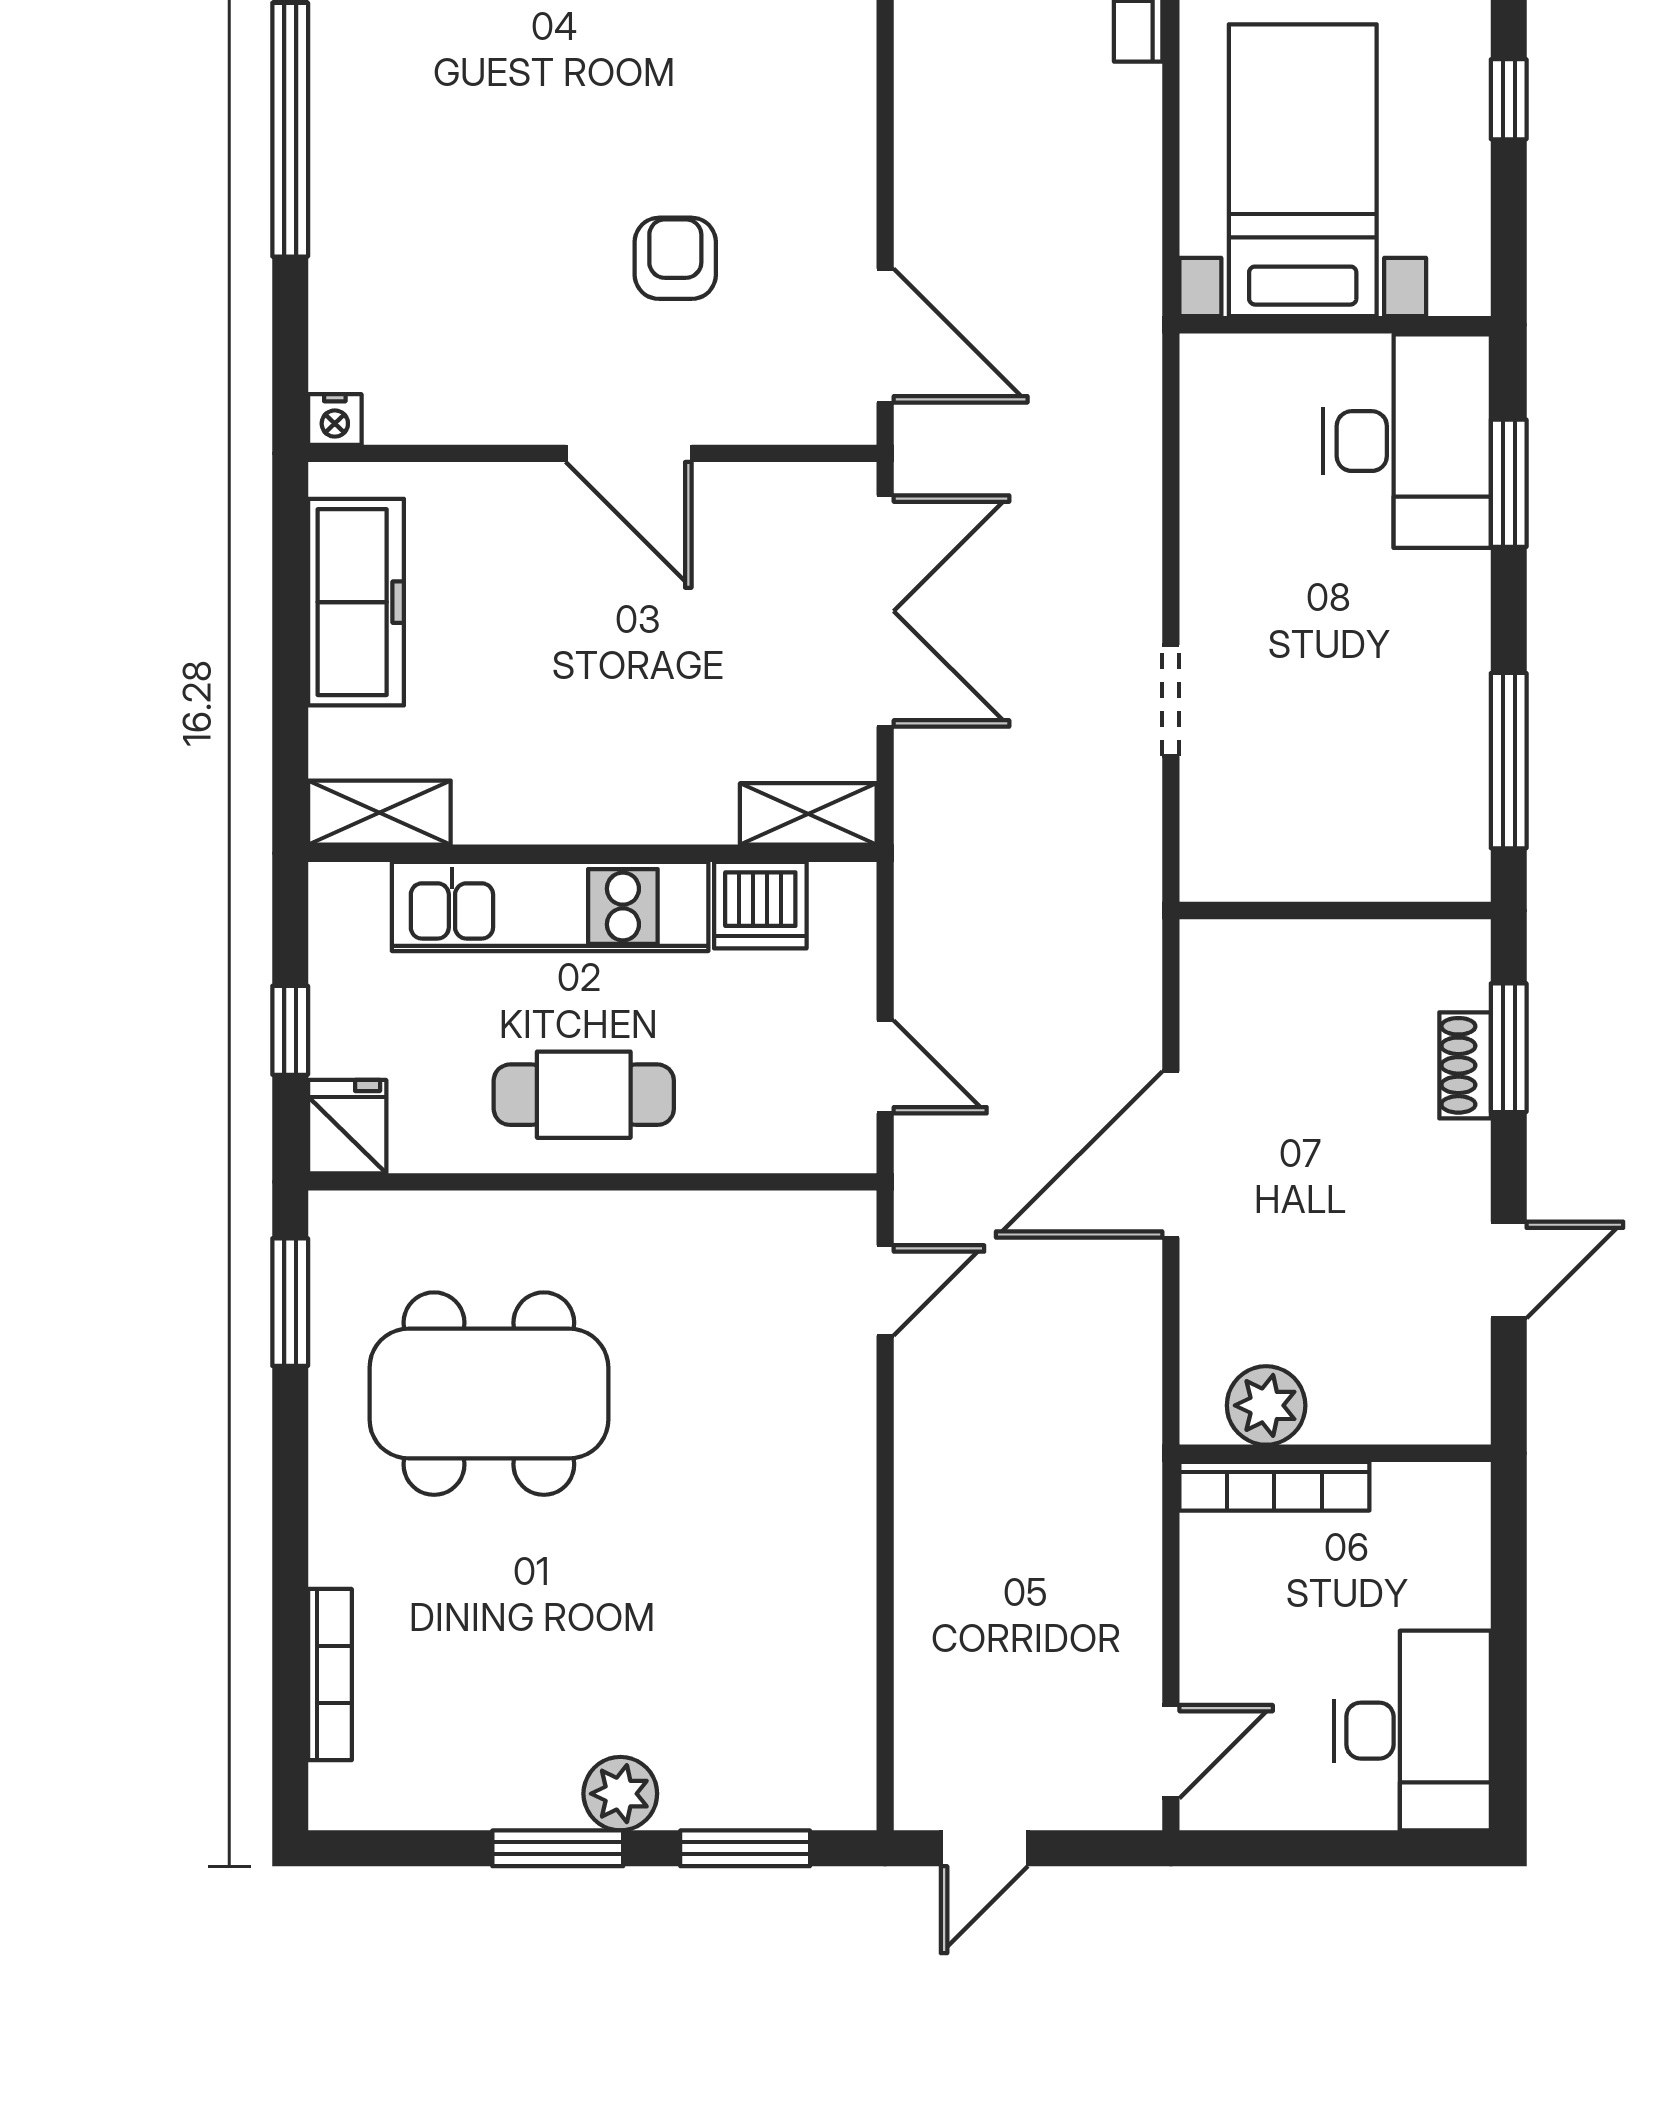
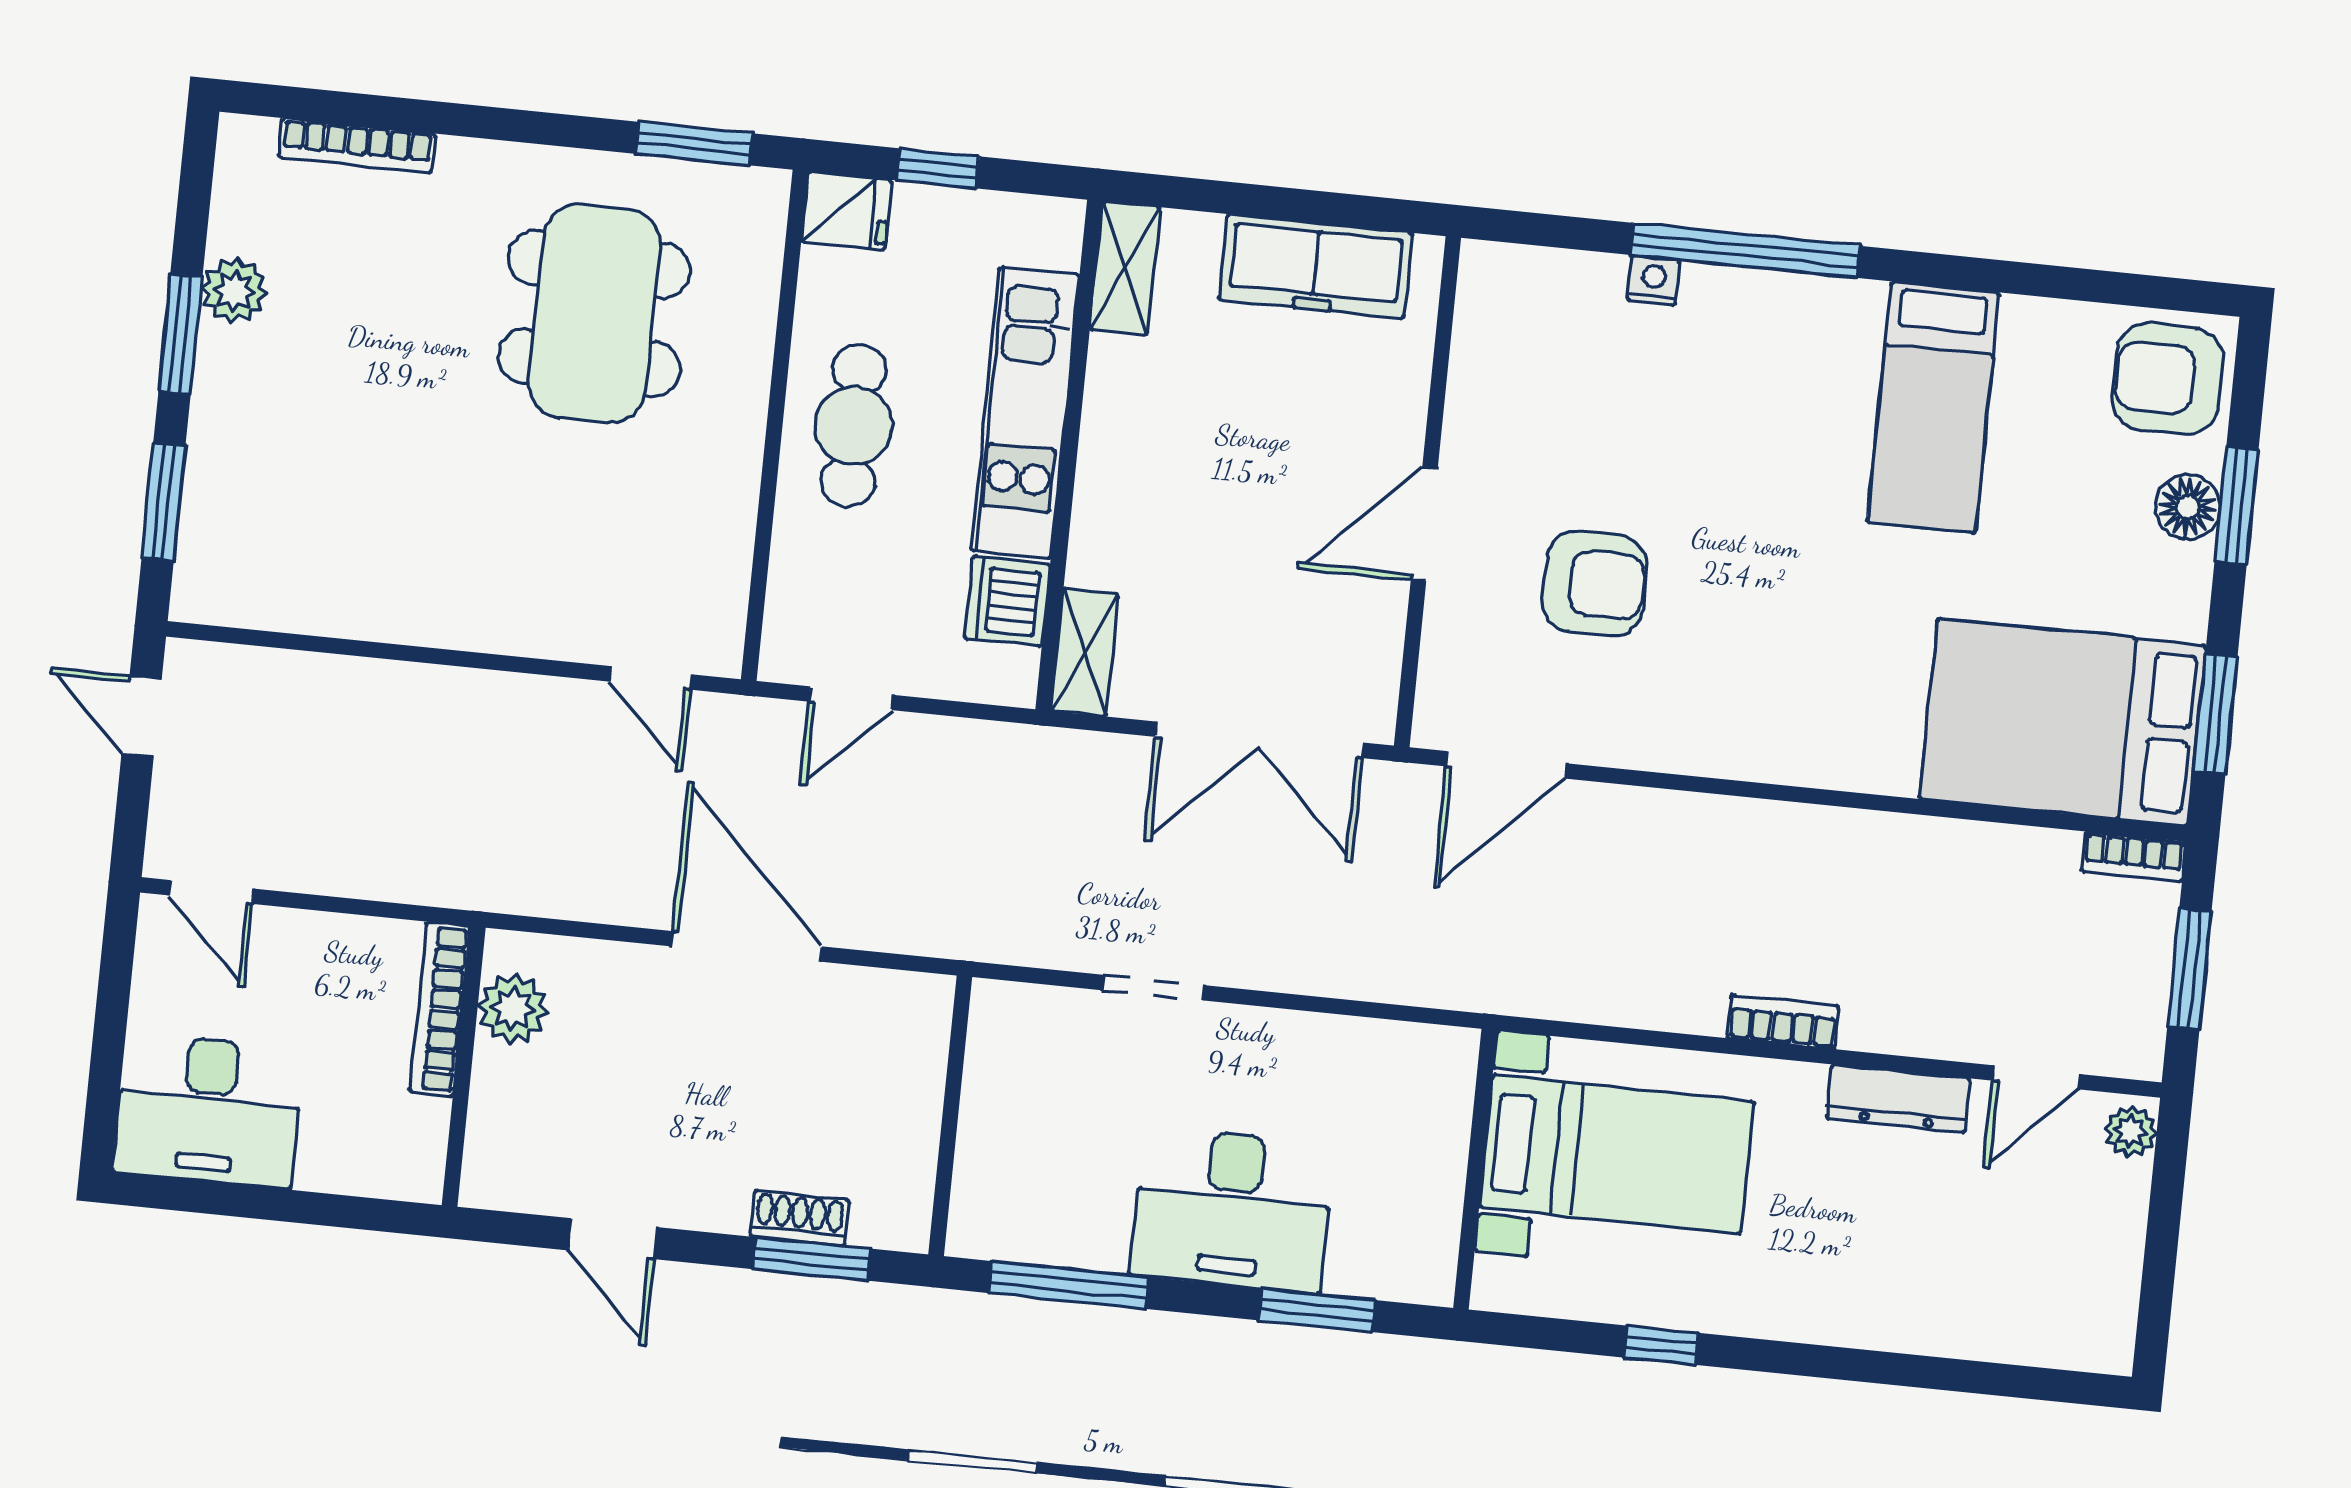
armchair: (675, 258) -> (1595, 584), width x1.38, depth x1.38
nightstand: (335, 419) -> (1654, 280), moved, turned 90
desk: (1407, 441) -> (1232, 1210), moved
plant: (620, 1794) -> (234, 291), moved

